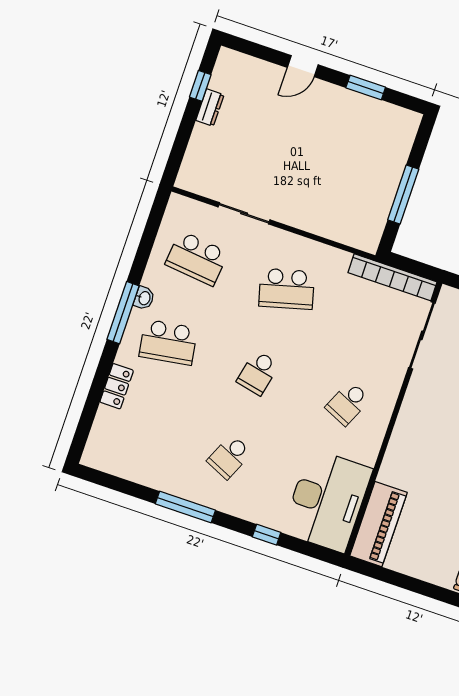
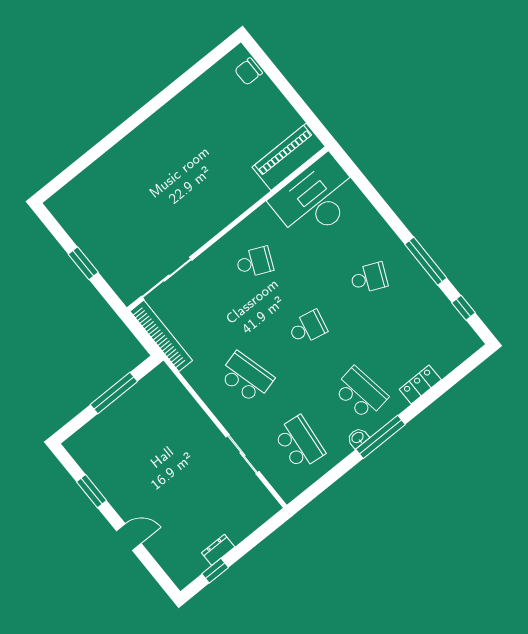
window: (267, 535) -> (463, 308), moved

